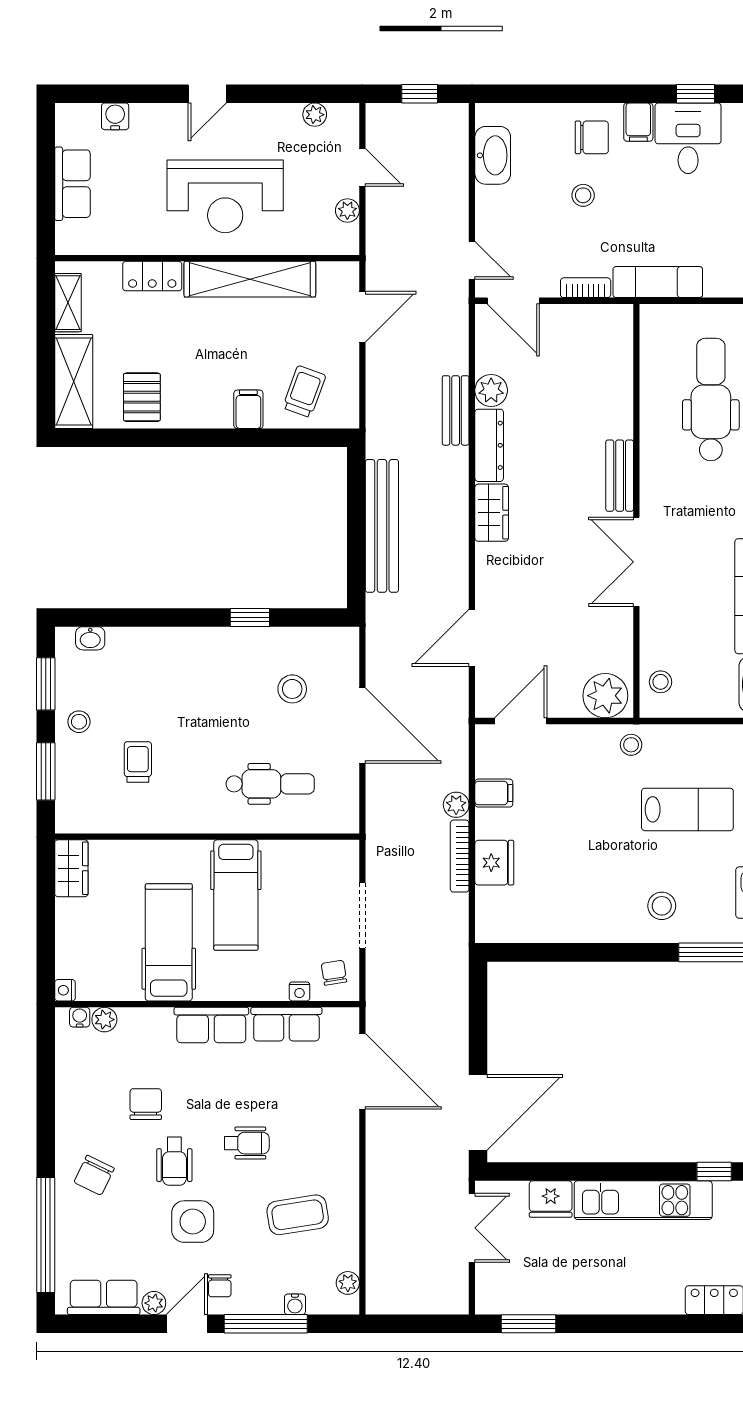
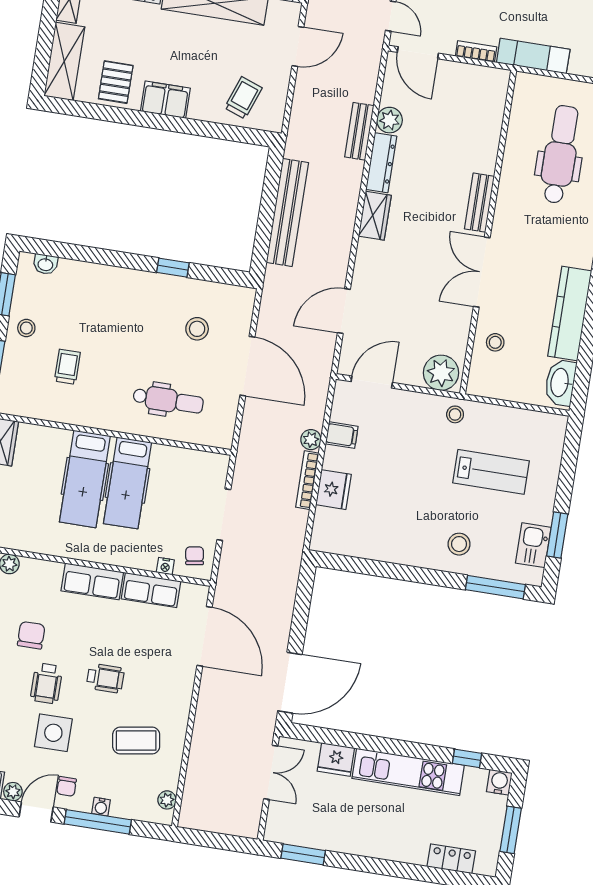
filing cabinet: (248, 409) -> (165, 100), moved, width x2.00
stool: (661, 682) -> (495, 342), moved
hospital bed: (169, 942) -> (85, 479), moved, turned 180
water cooler: (295, 1304) -> (101, 807), moved

